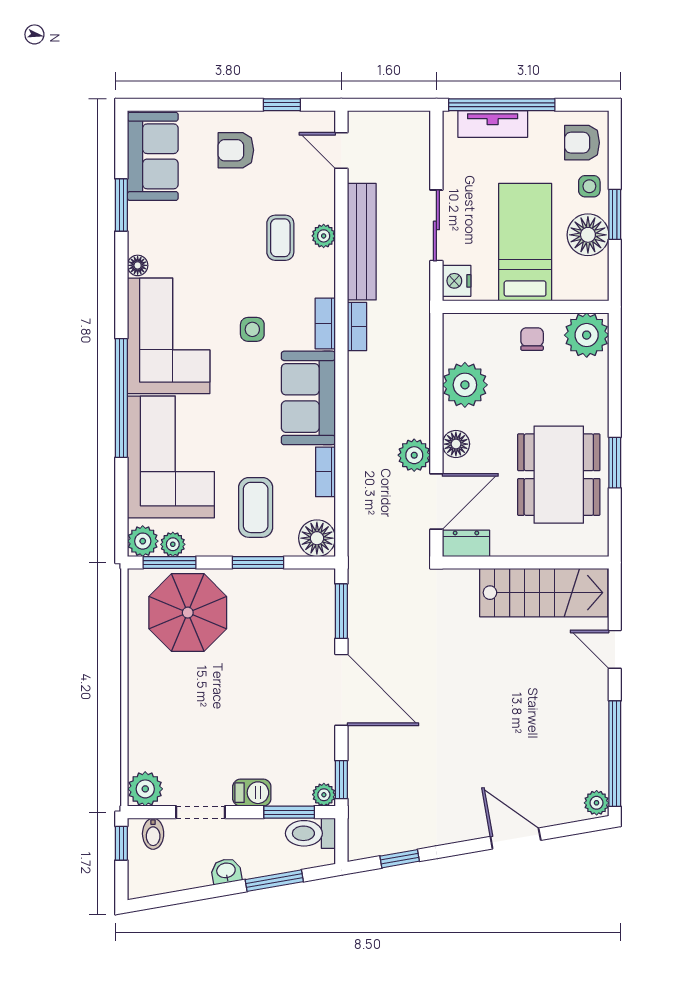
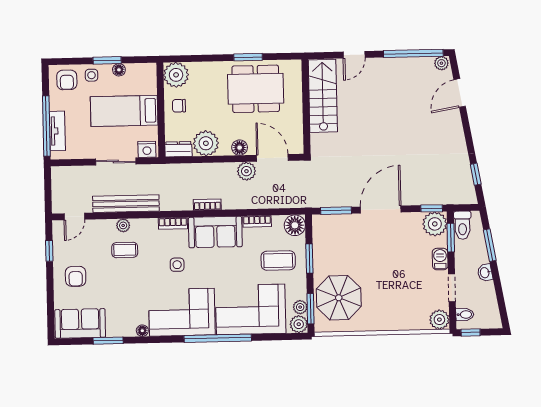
floor lamp: (588, 235) -> (119, 70), width x0.53, depth x0.53
bookcase: (357, 326) -> (207, 205), moved
dresser: (466, 543) -> (178, 149), moved, turned 90
plant: (324, 795) -> (435, 224), width x1.88, depth x1.88
door: (516, 838) -> (460, 93), moved

